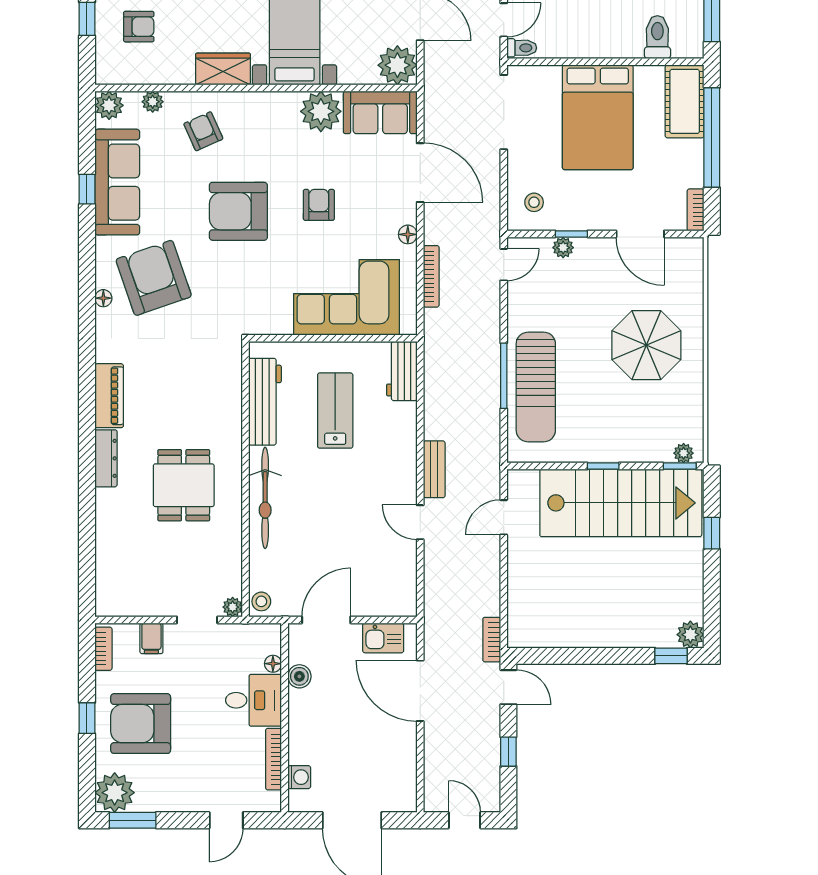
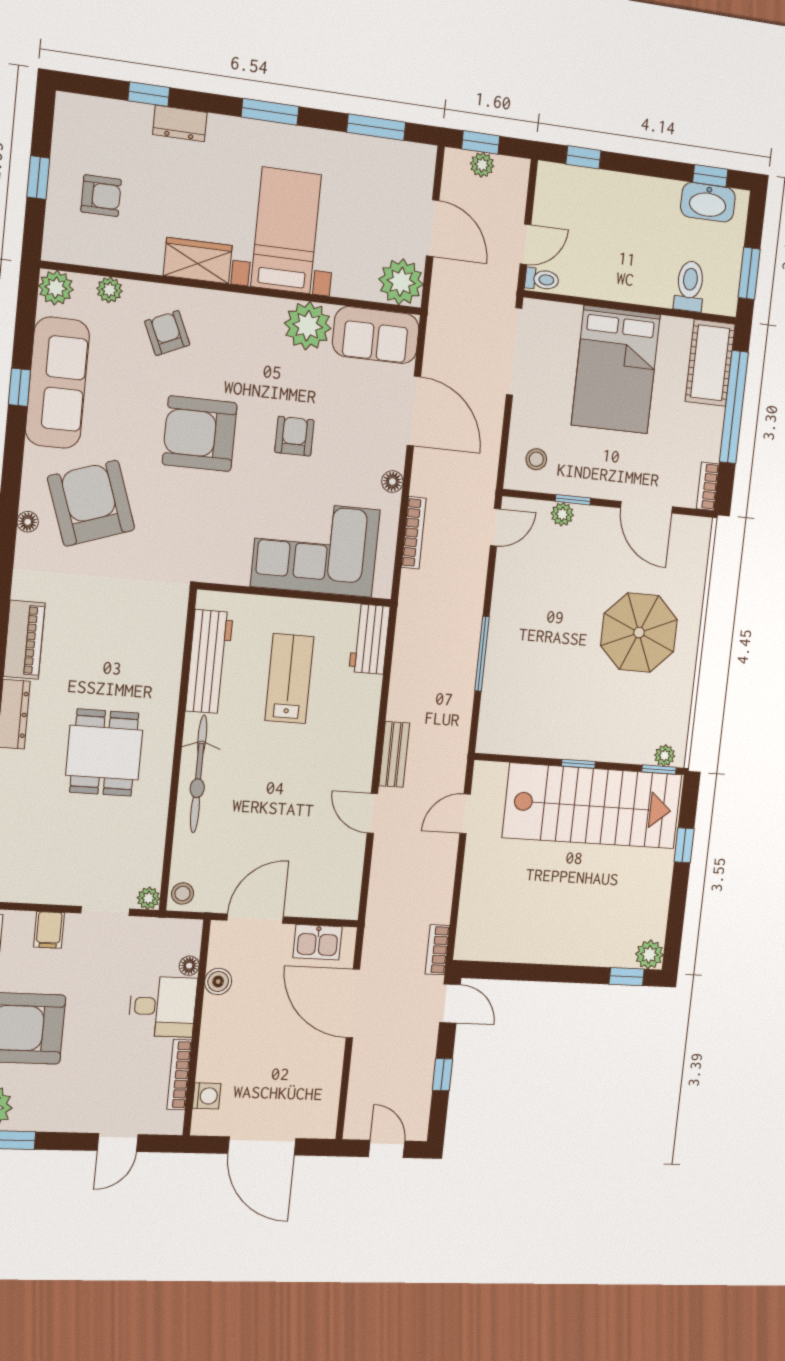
sun lounger: (536, 387) -> (516, 670), removed

